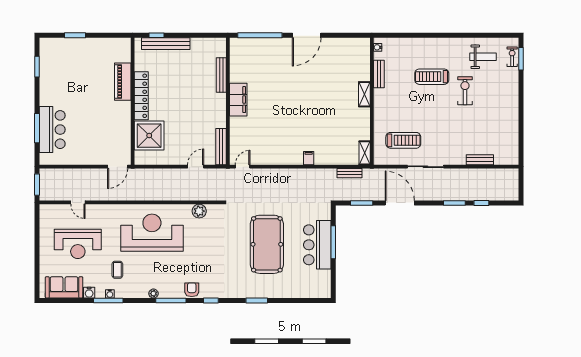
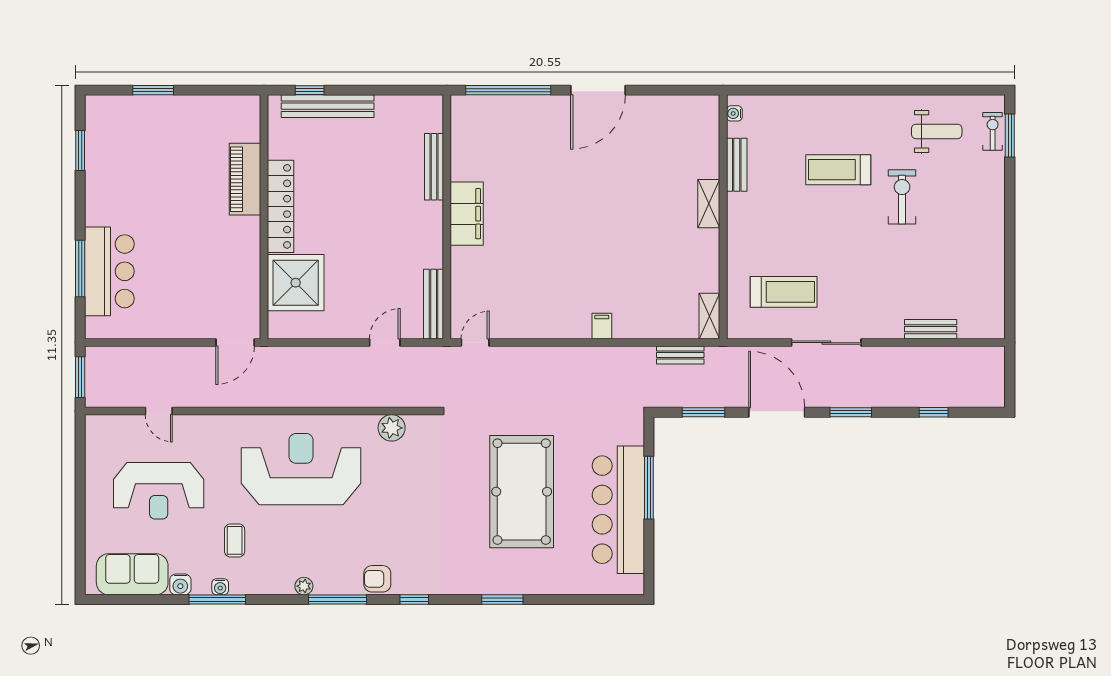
window: (454, 203) -> (851, 412), moved
bar counter: (317, 245) -> (618, 510), width x1.36
armchair: (192, 290) -> (377, 579), turned -90

